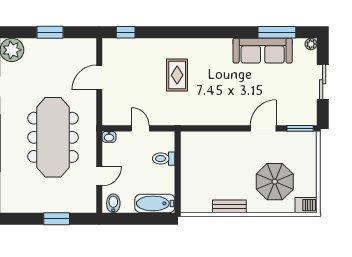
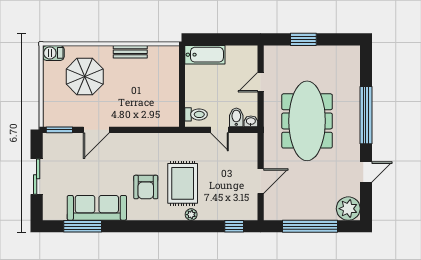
window: (50, 32) -> (310, 226), width x2.11
plant: (311, 44) -> (191, 215), moved
armchair: (214, 71) -> (146, 187), added
rug: (177, 75) -> (183, 183), width x1.36, depth x1.43
toilet: (164, 159) -> (196, 114), moved
bidet: (113, 203) -> (236, 117), moved, turned 180

